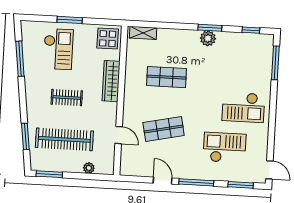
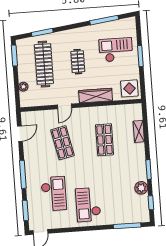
shelving: (143, 33) -> (139, 131), moved
plant: (208, 38) -> (141, 188), moved
checkout: (58, 49) -> (116, 50), turned 180
door: (119, 135) -> (64, 106), moved
door: (163, 181) -> (20, 134), moved

